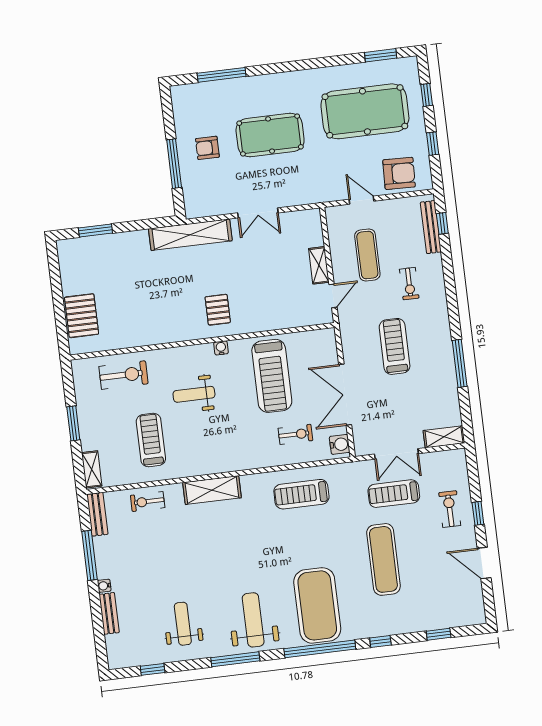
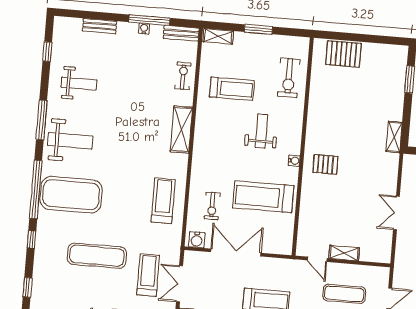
shelving: (190, 235) -> (394, 137), width x0.45, depth x0.75
water cooler: (104, 586) -> (144, 29), moved

